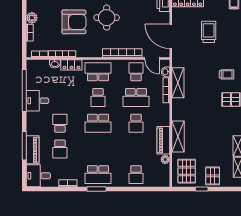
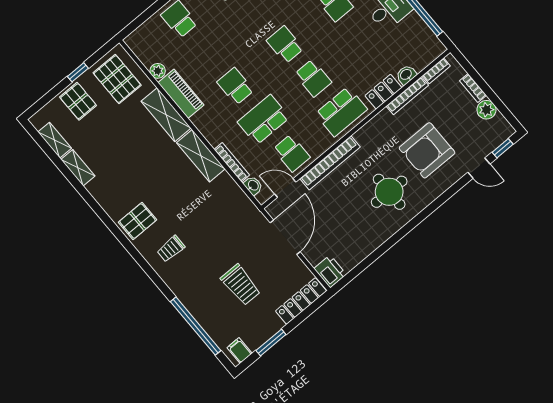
door: (171, 36) -> (285, 237), hinge flipped
shelving: (178, 83) -> (201, 156), moved
school desk: (98, 98) -> (313, 78), turned 180
school desk: (98, 123) -> (285, 45), width x0.54

